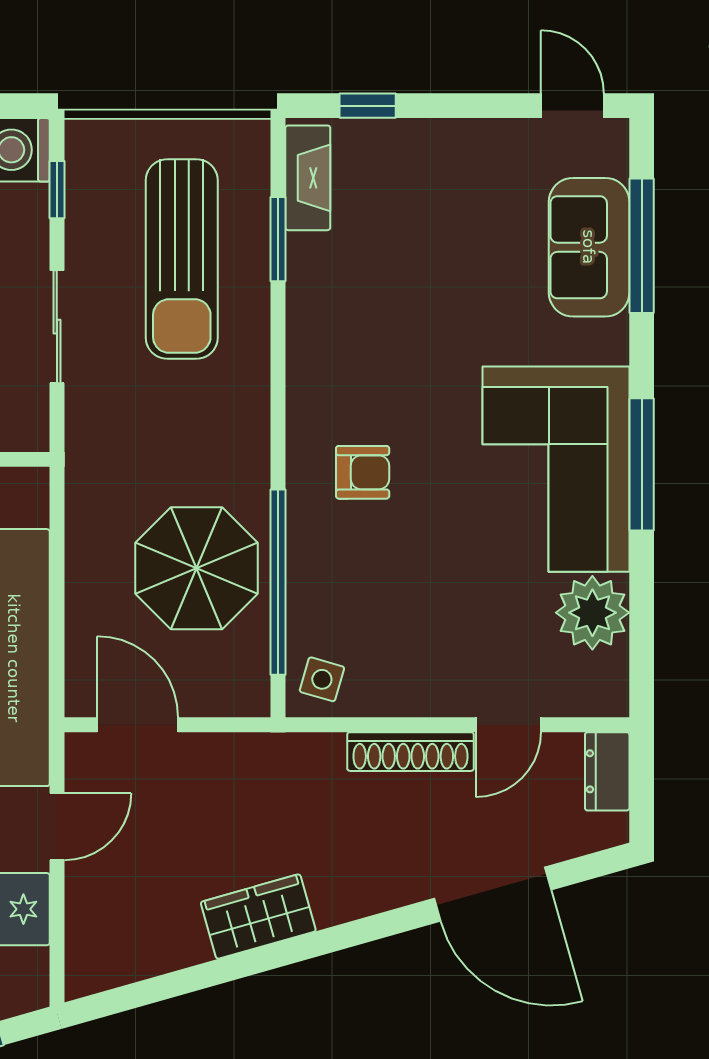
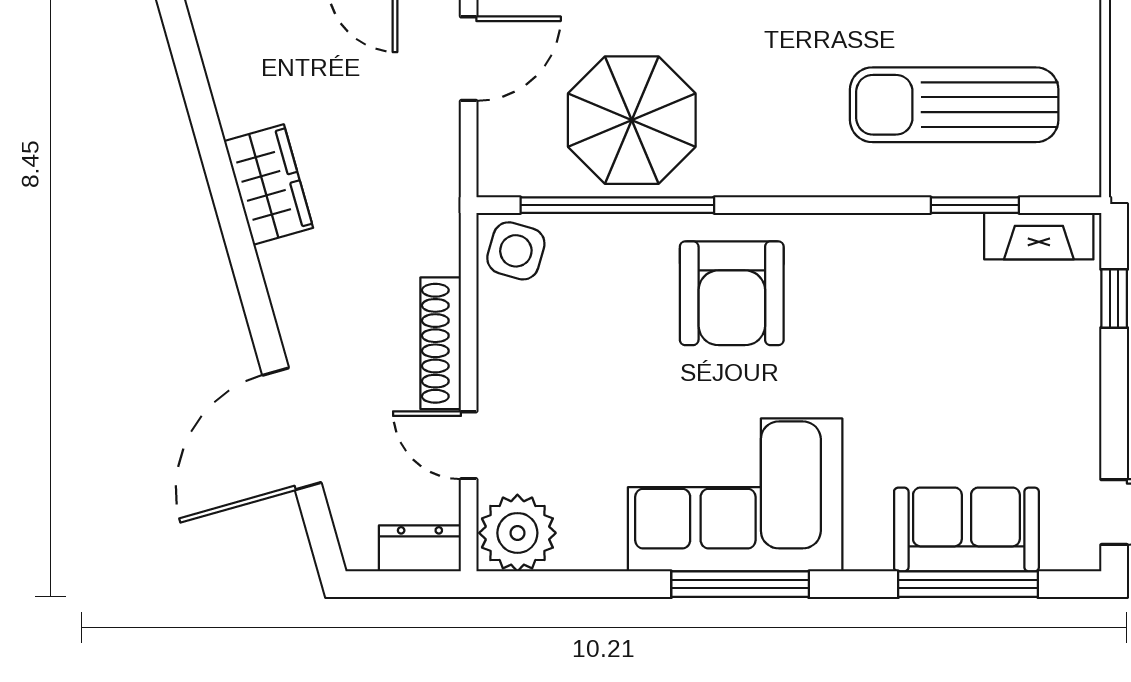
armchair: (363, 472) -> (732, 293), width x1.88, depth x1.88
plant: (592, 613) -> (517, 533), moved
side table: (322, 679) -> (516, 251), width x1.37, depth x1.37

